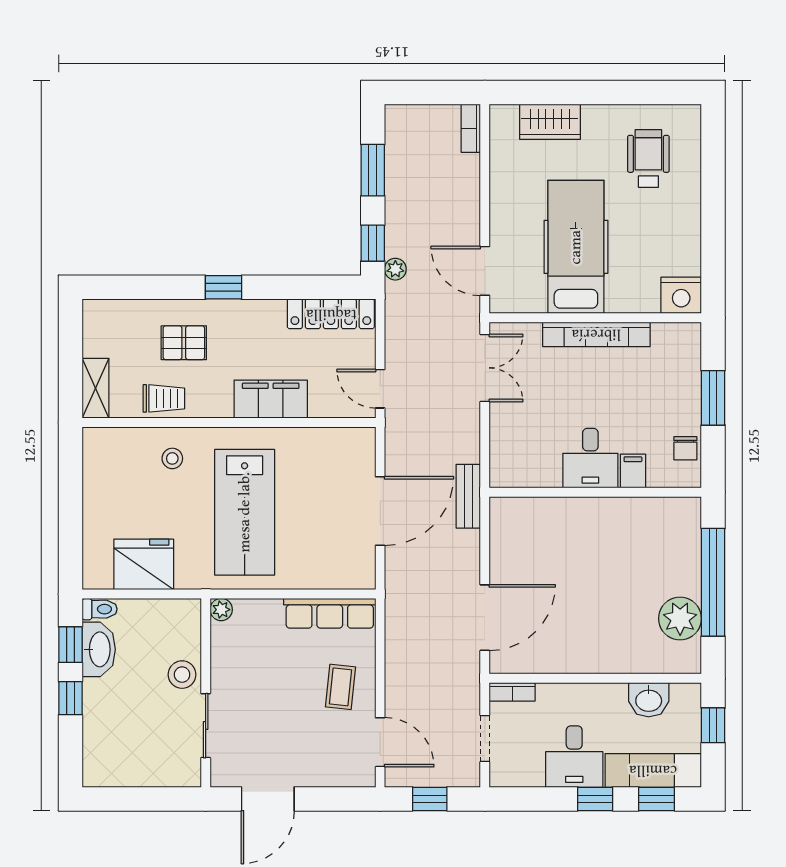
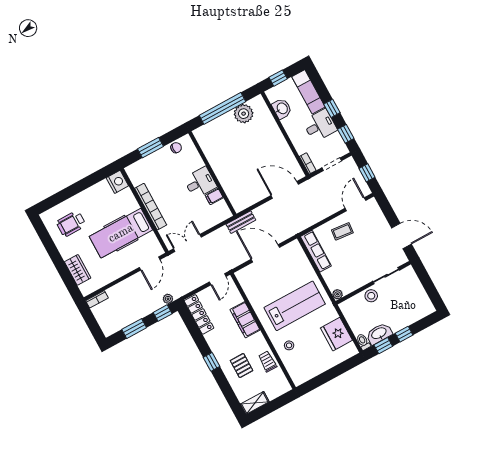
shelving: (96, 388) -> (255, 403), moved
filing cabinet: (633, 471) -> (214, 196), moved
window: (657, 799) -> (346, 134), moved

